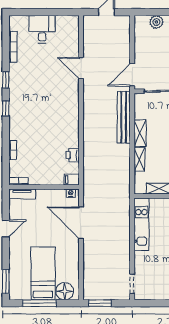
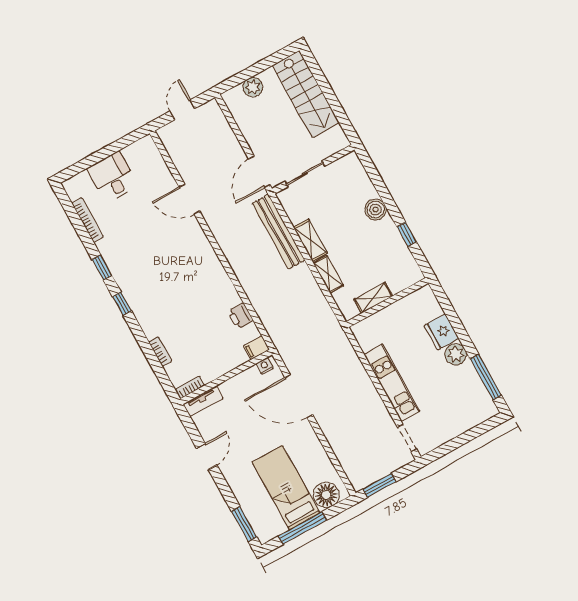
kitchen unit: (141, 224) -> (392, 383), moved

